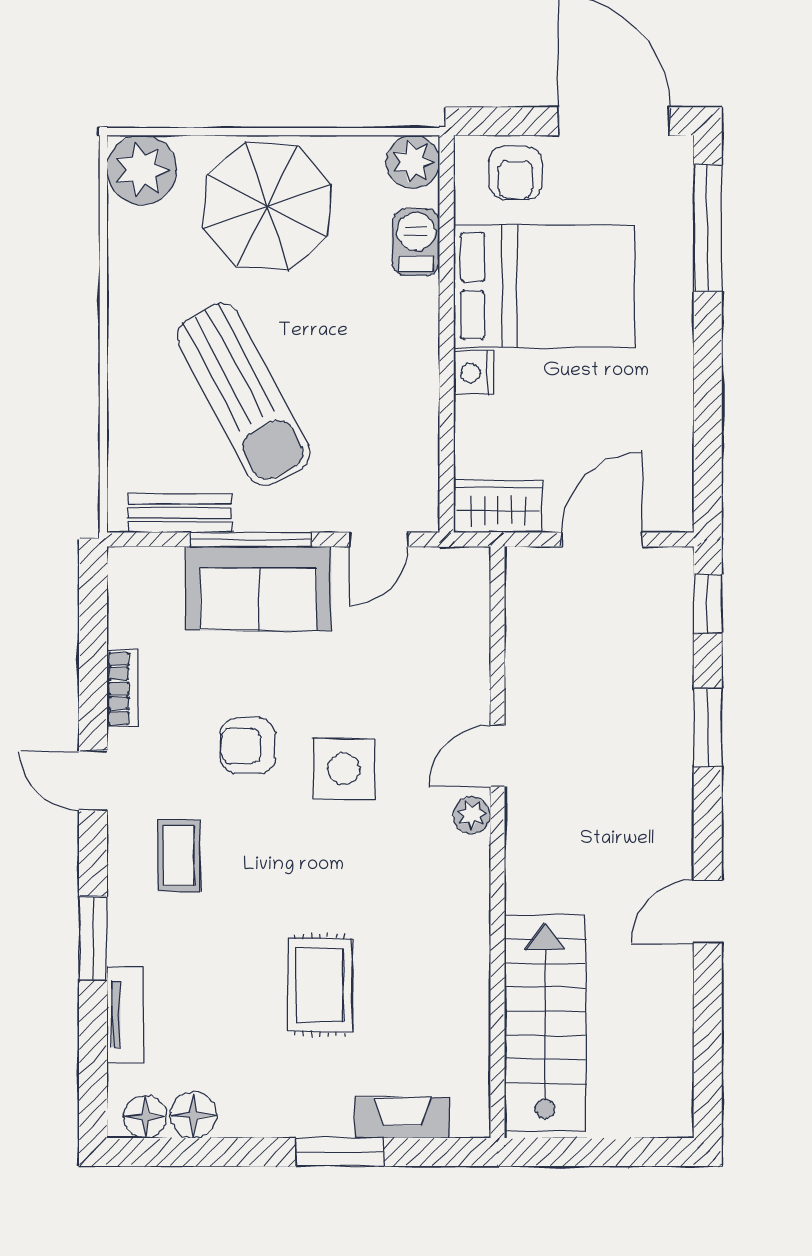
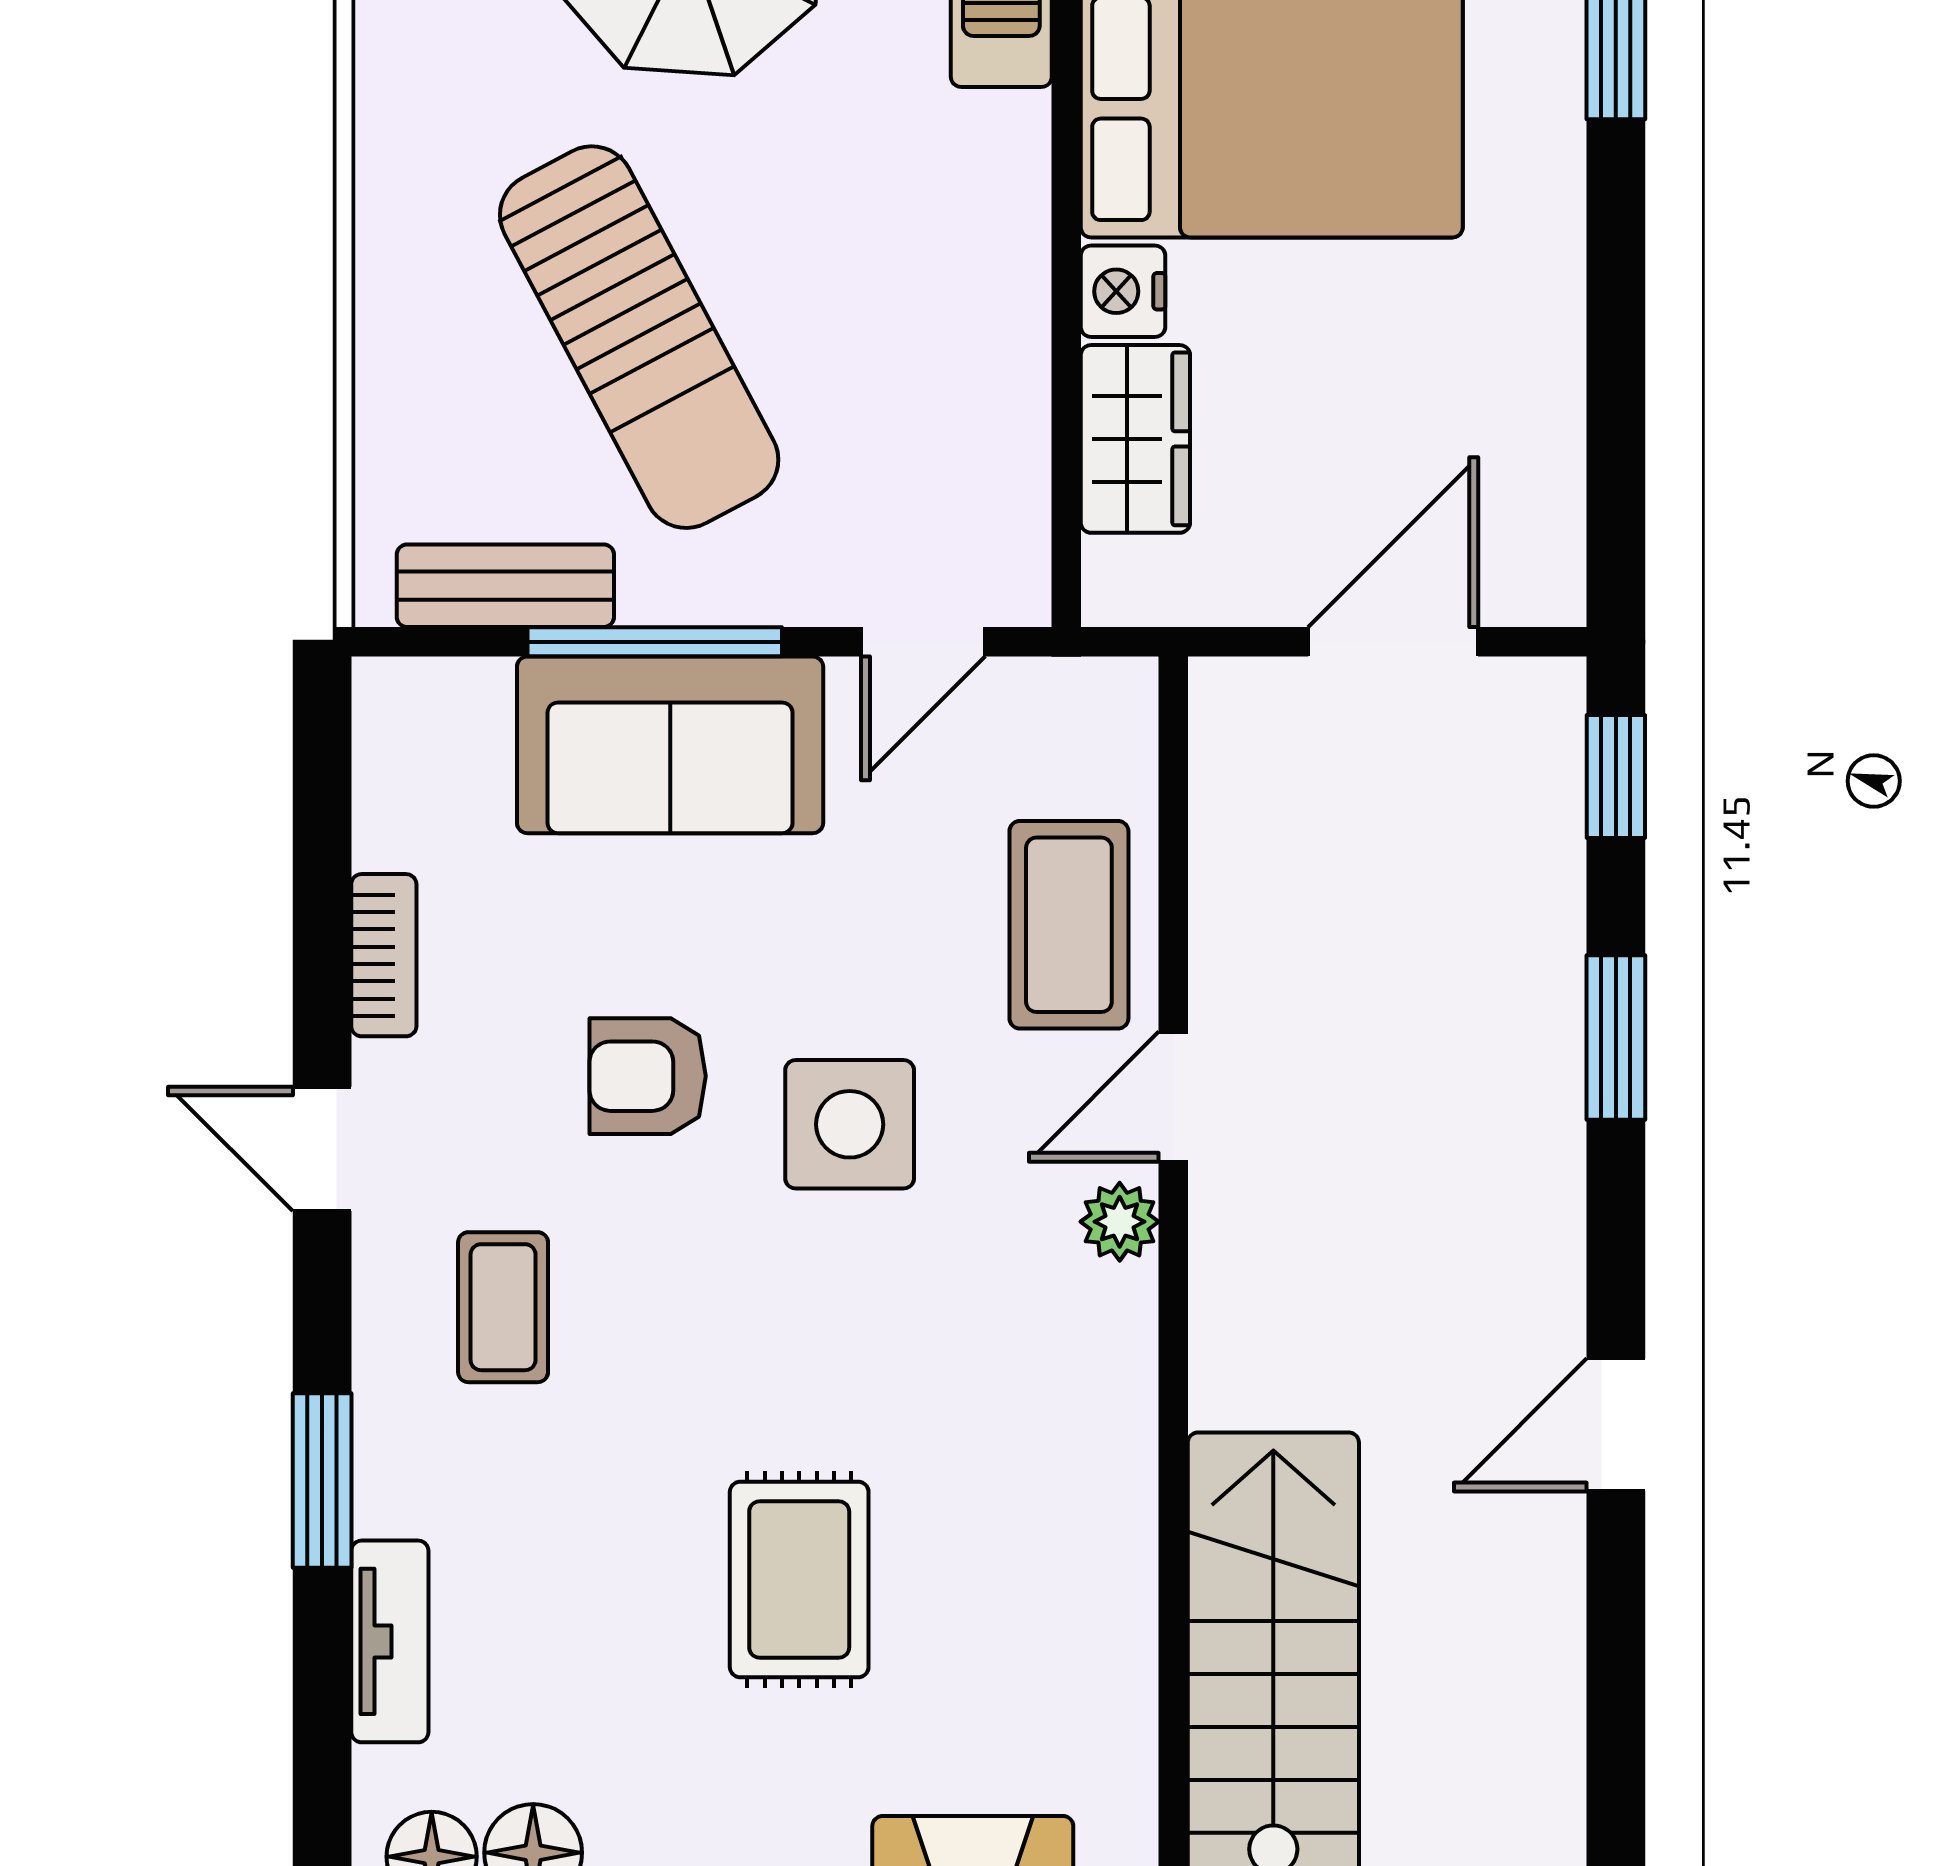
wardrobe: (498, 507) -> (1135, 439), moved, turned 90
coffee table: (448, 674) -> (1069, 925), added

